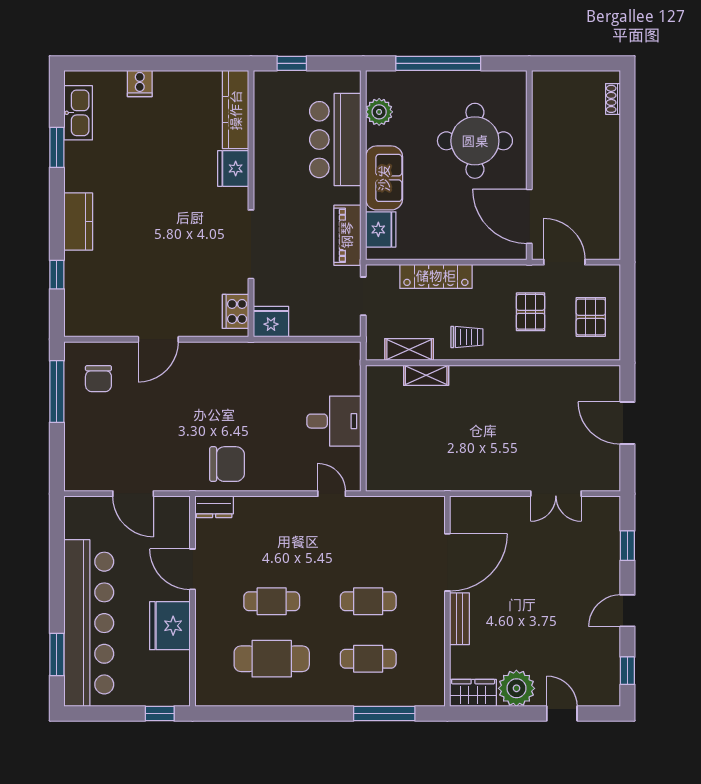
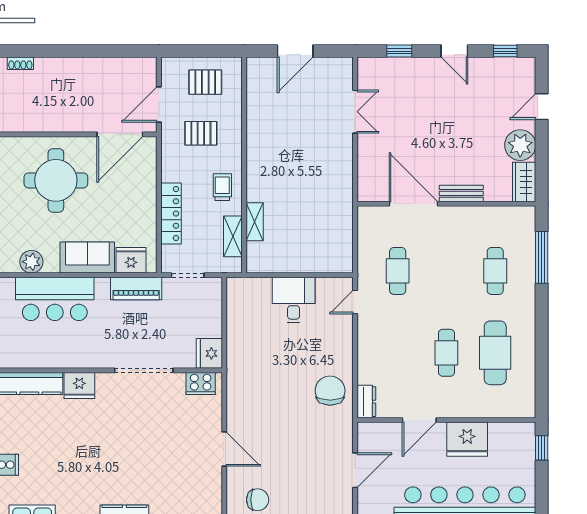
cafe table: (368, 601) -> (398, 271), moved

